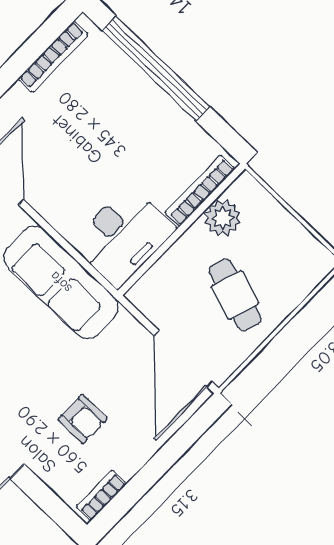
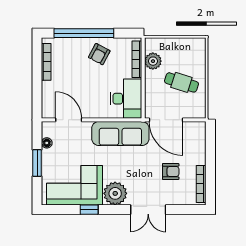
armchair: (149, 125) -> (99, 54), added
door: (183, 359) -> (166, 120), moved
bookcase: (101, 495) -> (201, 184), width x1.56

